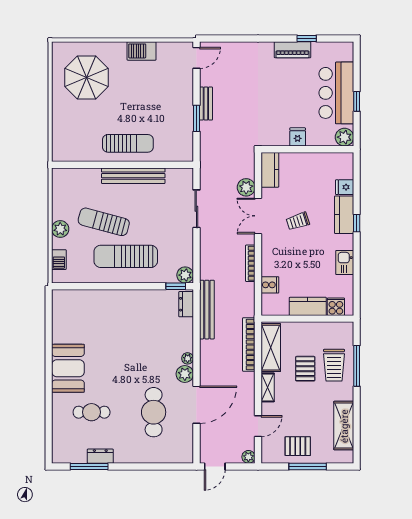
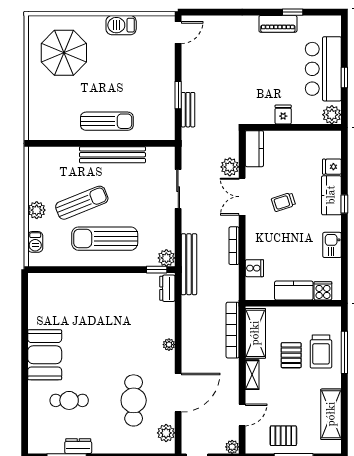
bench: (206, 104) -> (188, 110), moved
sun lounger: (104, 222) -> (82, 203), turned 143
bench: (207, 310) -> (189, 264), moved
plant: (185, 374) -> (166, 433), moved

